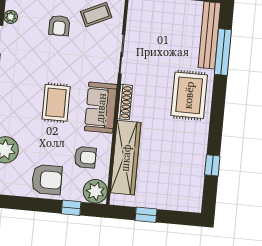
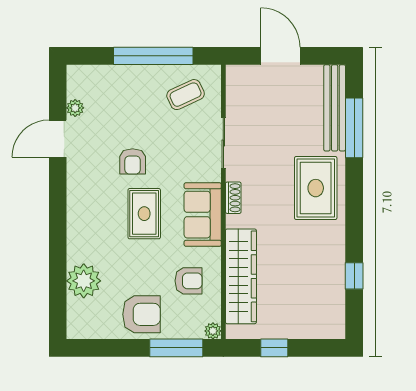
armchair: (59, 25) -> (133, 161), moved
shoe rack: (125, 102) -> (233, 198), width x0.70
plant: (95, 191) -> (213, 331), width x0.53, depth x0.53
window: (71, 208) -> (176, 348), width x2.17

